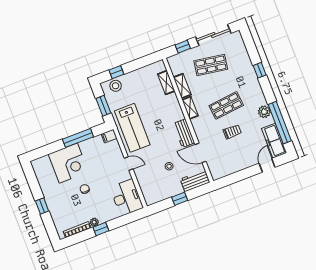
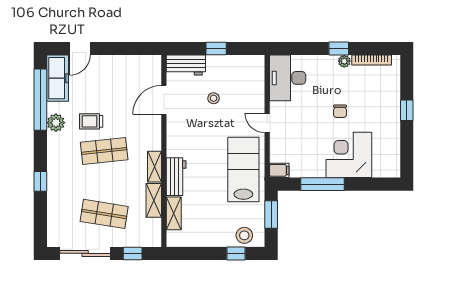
trolley: (232, 132) -> (91, 121), moved
workbench: (184, 133) -> (176, 177), moved
door: (201, 153) -> (164, 100), swing flipped

